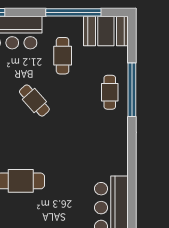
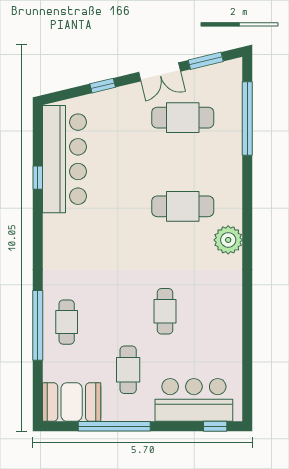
cafe table: (34, 100) -> (165, 311), turned 42
window: (132, 203) -> (38, 178), added

